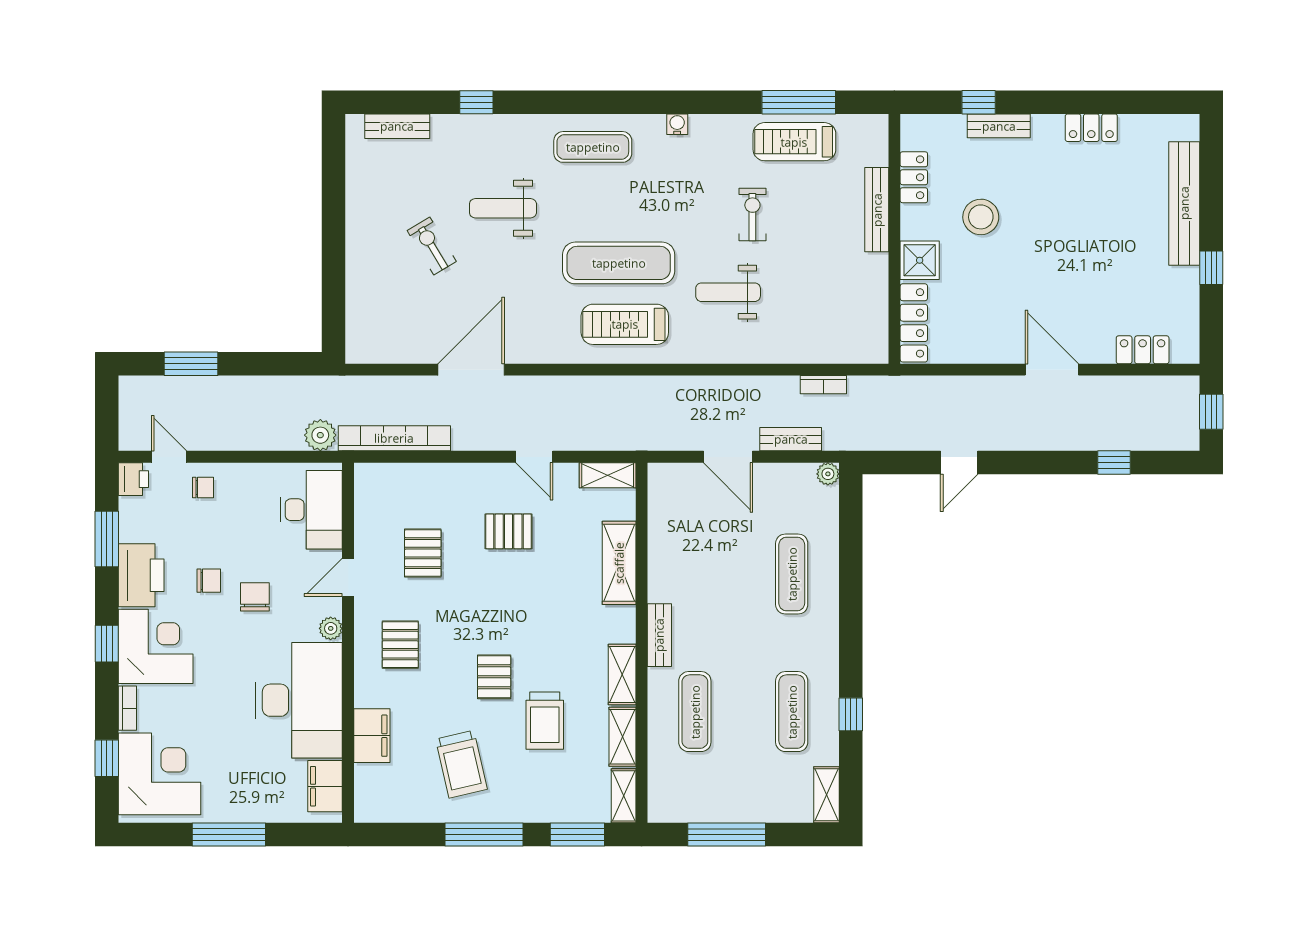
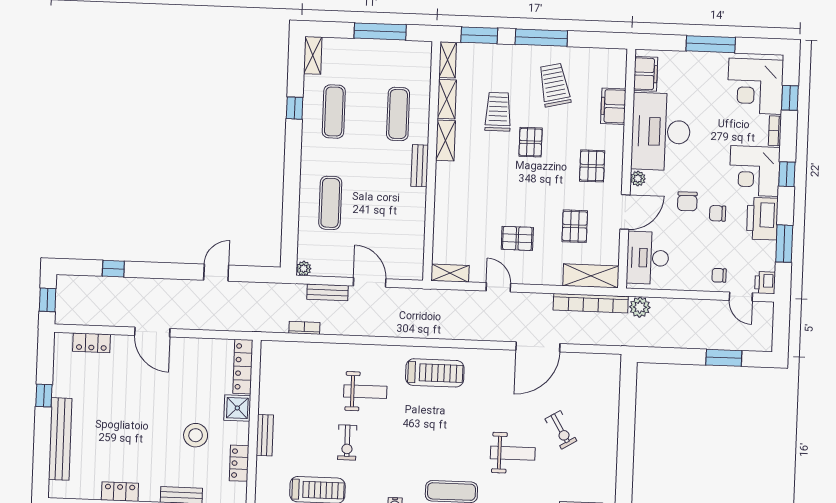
bench: (877, 210) -> (265, 435), width x0.73
exercise mat: (619, 263) -> (437, 414), removed
shelving: (619, 563) -> (591, 276), moved, turned 90
door: (348, 577) -> (625, 212), width x1.38

